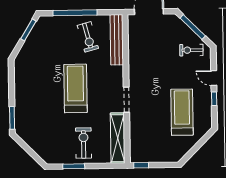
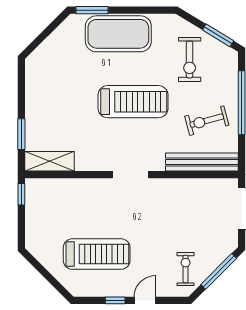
exercise mat: (28, 99) -> (118, 34), added
doorway: (126, 100) -> (131, 175), moved
shelving: (118, 138) -> (49, 161), width x0.68
exercise bike: (84, 143) -> (190, 60), moved, turned 90
window: (74, 166) -> (21, 134), moved

